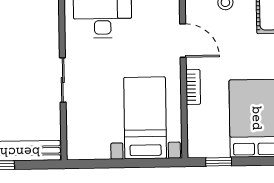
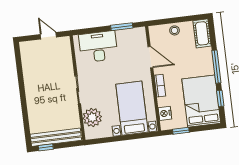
plant: (81, 126) -> (92, 117), added
nightstand: (196, 132) -> (165, 113), added

